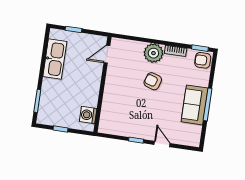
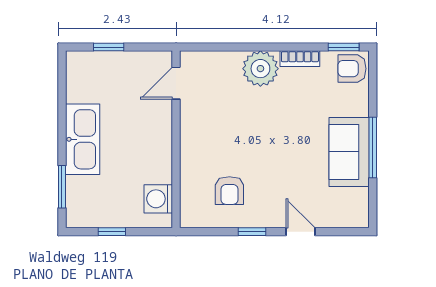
kitchen sink: (55, 59) -> (83, 139), moved
armchair: (153, 81) -> (229, 191), moved, turned -108

